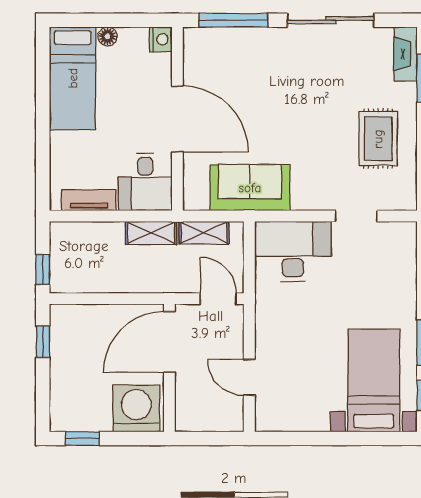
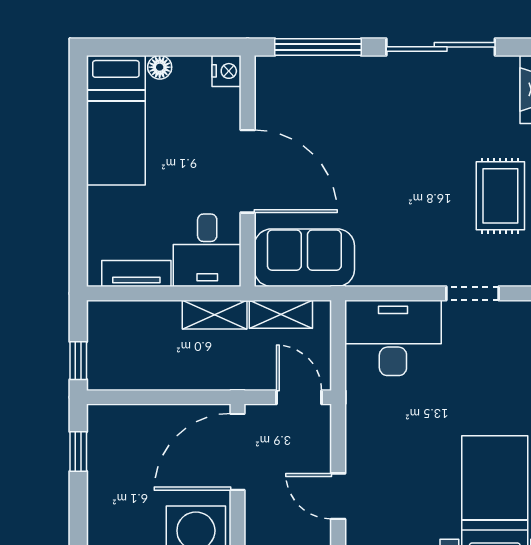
sofa: (250, 188) -> (304, 258), moved

